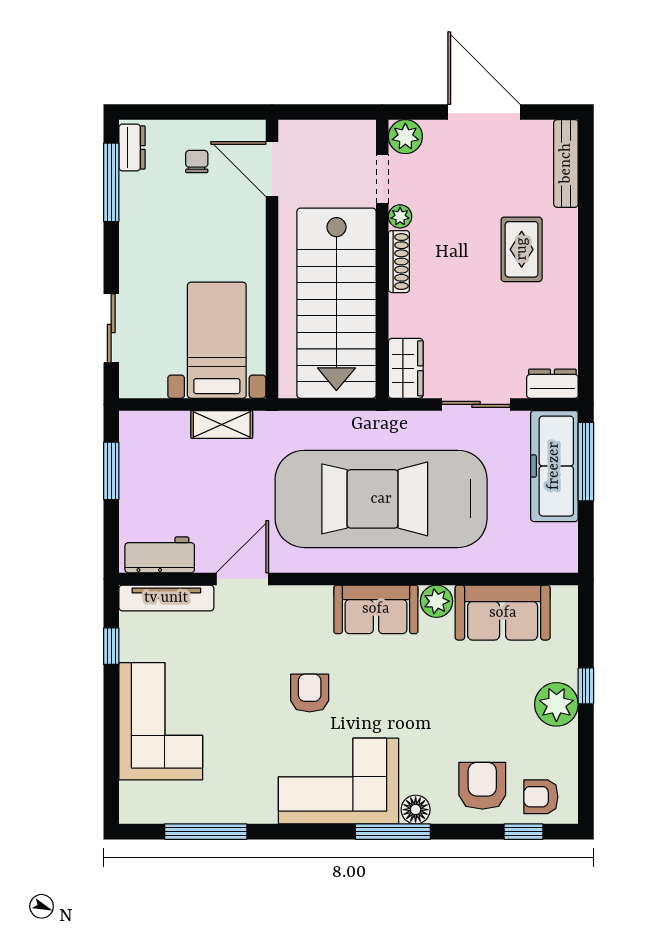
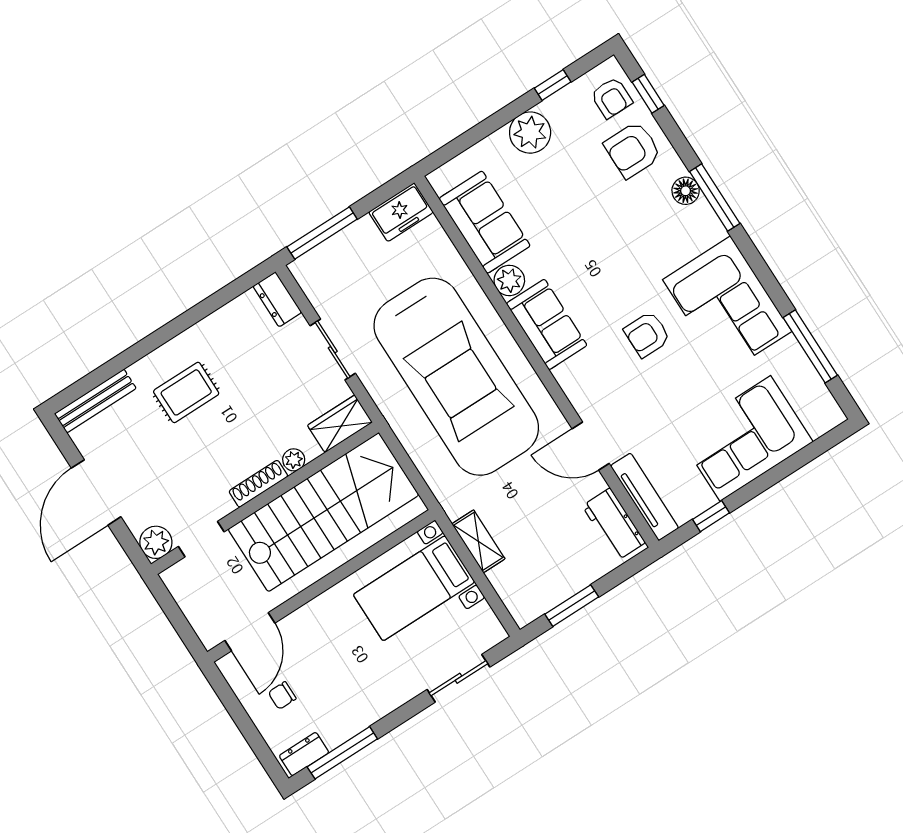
plant: (400, 216) -> (294, 460), moved
freezer: (554, 466) -> (401, 212), moved, width x0.52, depth x0.79
window: (586, 686) -> (553, 85), moved
corner sofa: (339, 781) -> (727, 305), moved

